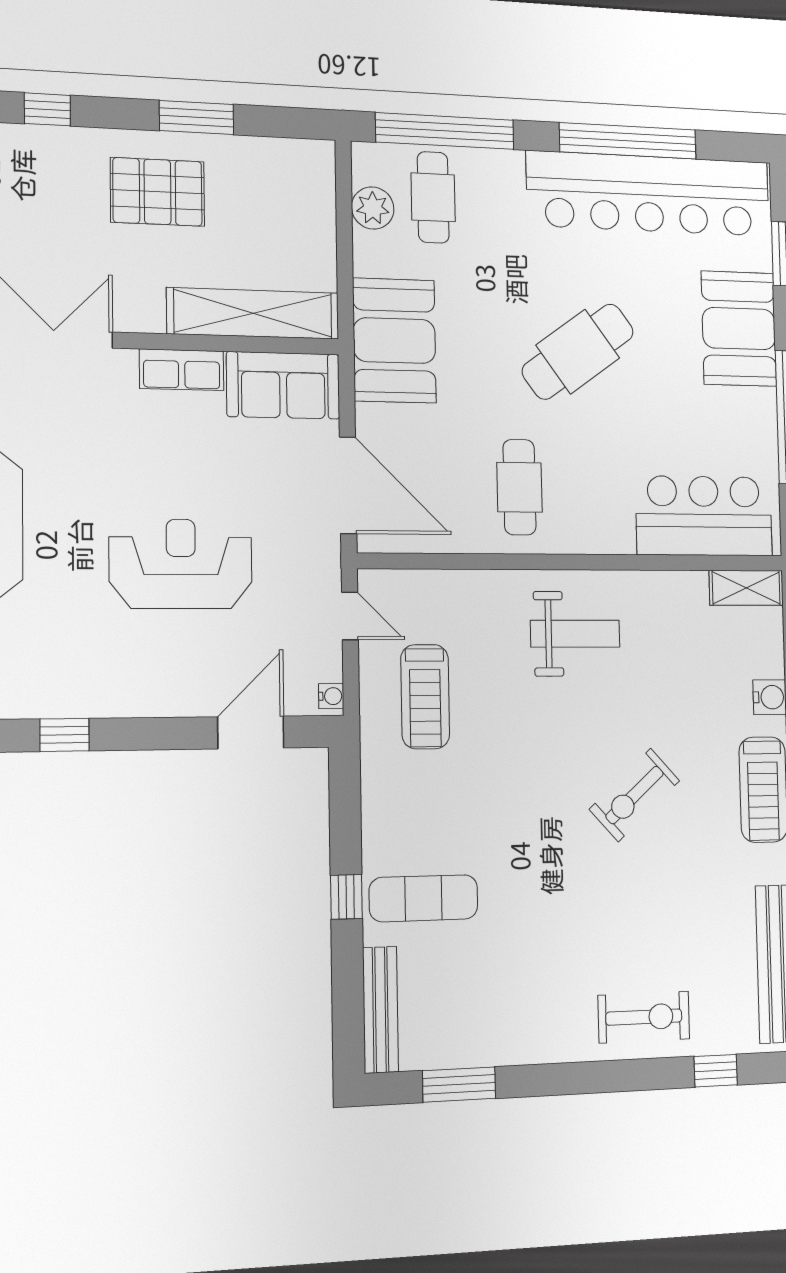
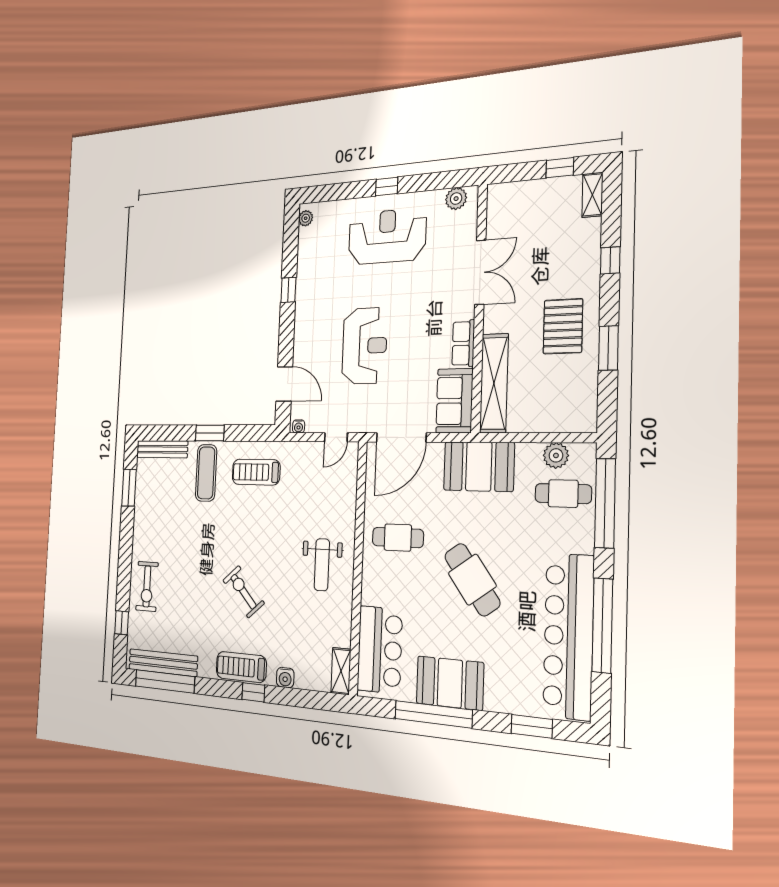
booth: (739, 329) -> (450, 683), moved
treadmill: (425, 697) -> (256, 472), moved
window: (346, 897) -> (210, 433), width x1.50

